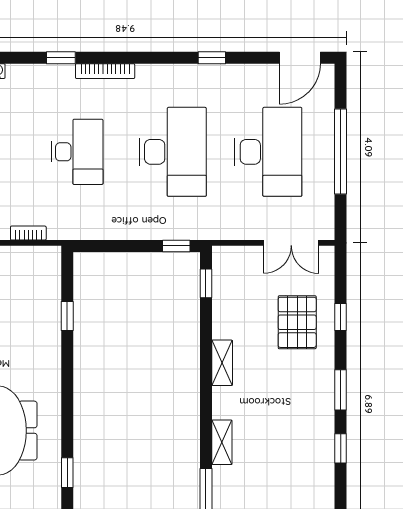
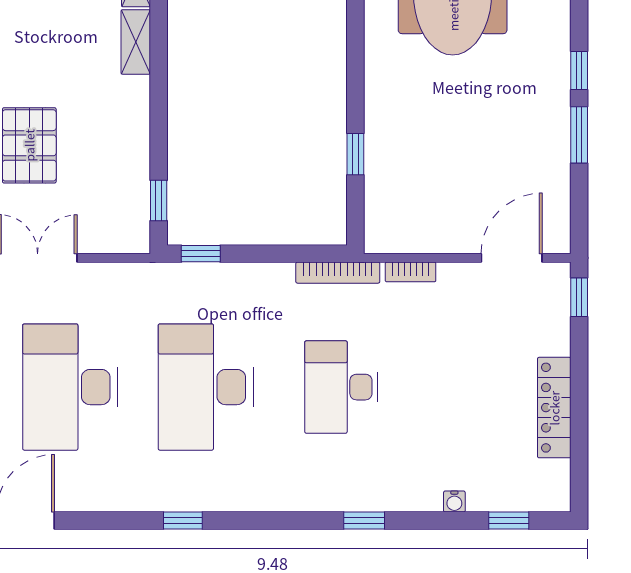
window: (212, 58) -> (183, 521), moved
bookcase: (105, 71) -> (338, 273), moved, turned 180
shelving: (222, 363) -> (136, 42), moved

